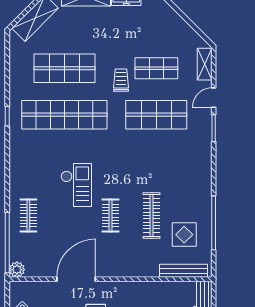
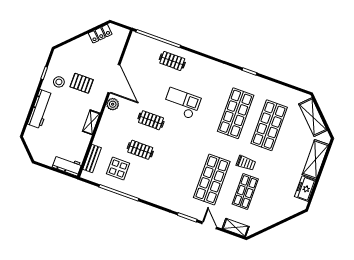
shop shelf: (64, 115) -> (236, 113), width x0.71
checkout: (76, 185) -> (182, 103), turned 180
clothes rail: (151, 216) -> (140, 150), width x0.73
plant: (17, 270) -> (113, 104), moved
bench: (183, 271) -> (92, 159), width x0.73
shelving: (139, 288) -> (91, 122), added

